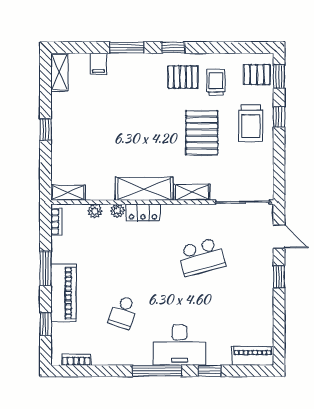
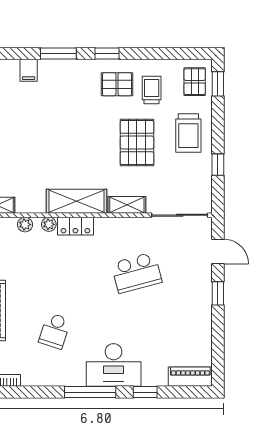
pallet: (257, 75) -> (195, 82), turned 90
window: (279, 117) -> (218, 165), moved

